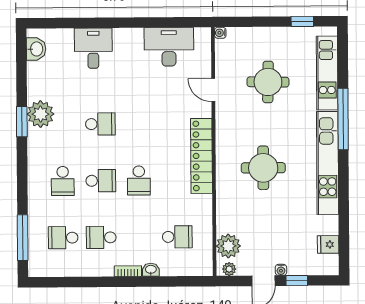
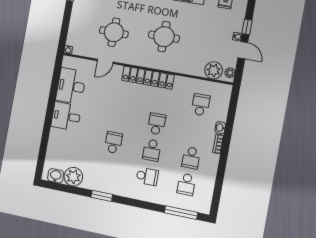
desk: (93, 48) -> (66, 116), moved
round table: (268, 82) -> (114, 32), moved
plant: (41, 114) -> (73, 177), moved
school desk: (139, 180) -> (157, 124), turned -90
school desk: (101, 181) -> (152, 150), turned 180

